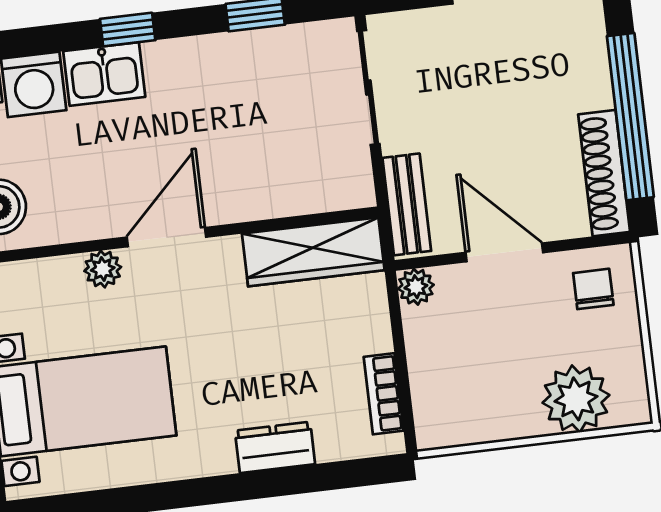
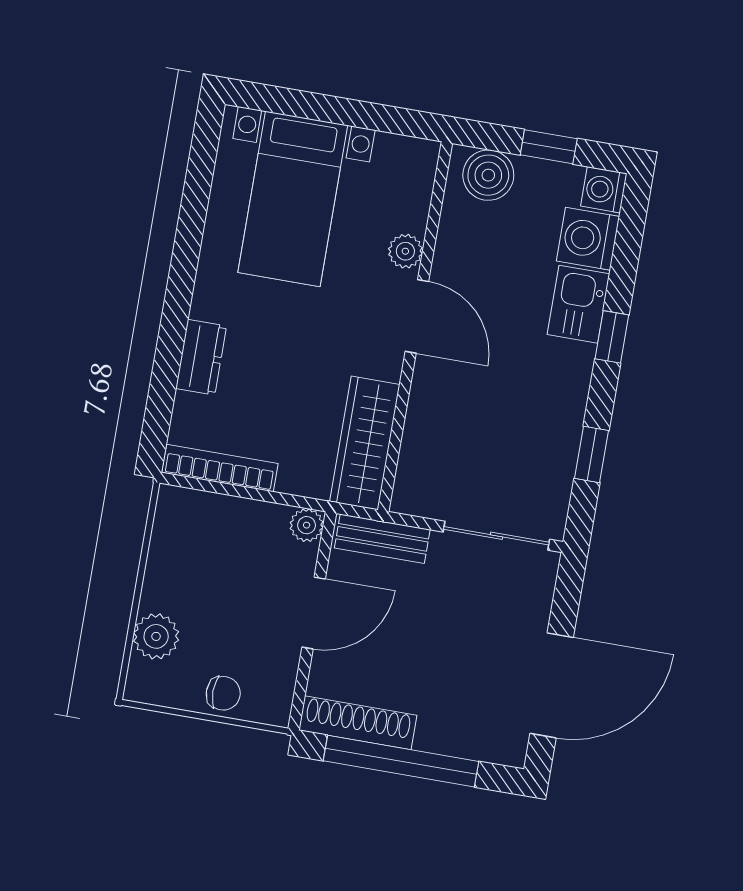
chair: (593, 289) -> (223, 693), moved
bookcase: (384, 394) -> (220, 468), width x1.56
plant: (576, 399) -> (156, 636), width x0.73, depth x0.73

